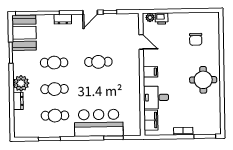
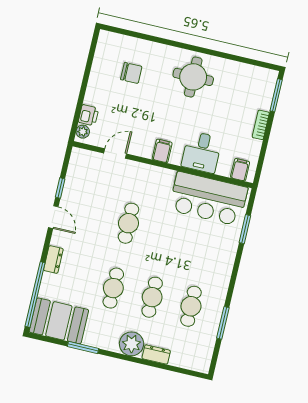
filing cabinet: (151, 120) -> (240, 170), width x0.50
bar counter: (99, 123) -> (208, 199), moved, turned -90

